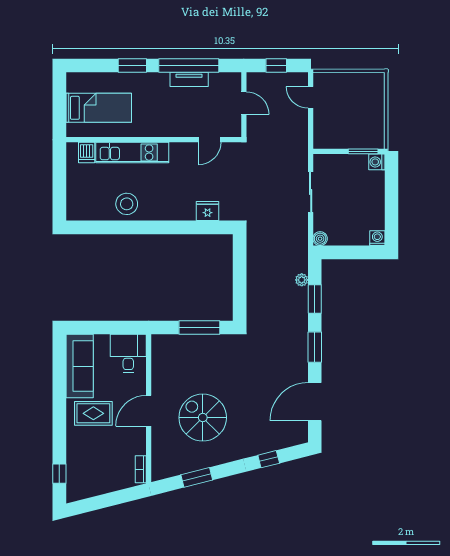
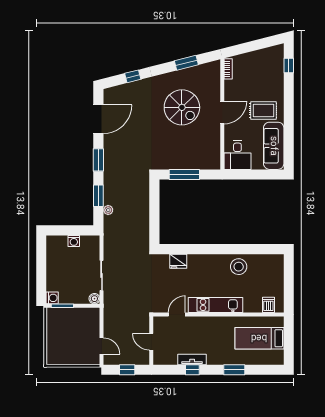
window: (189, 65) -> (192, 370), width x0.32
kitchen unit: (132, 153) -> (215, 305), moved
washing machine: (377, 238) -> (74, 241), moved
boiler: (320, 239) -> (94, 299), moved

